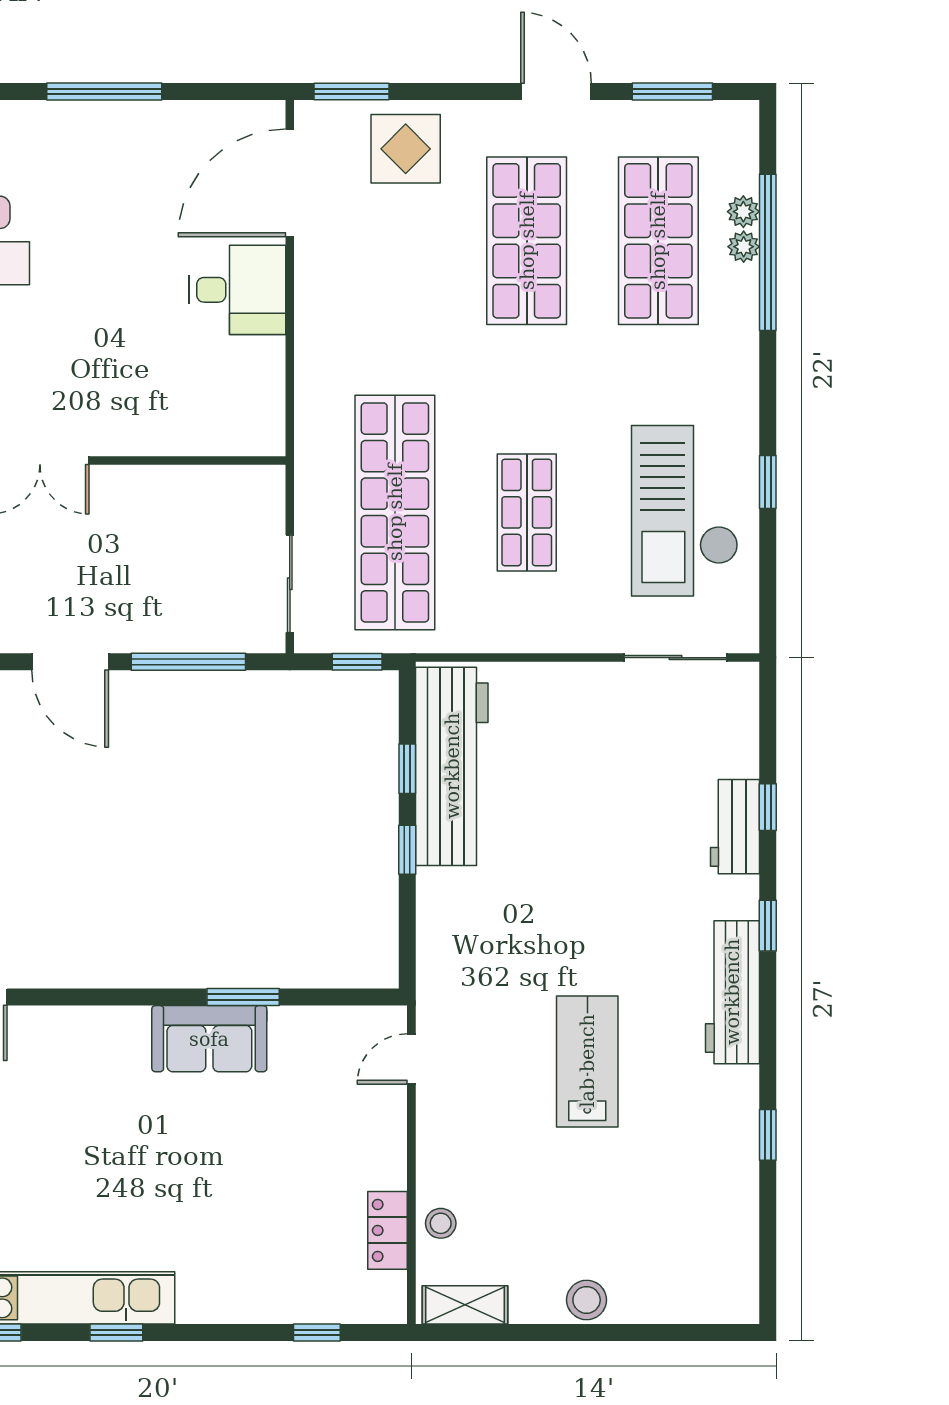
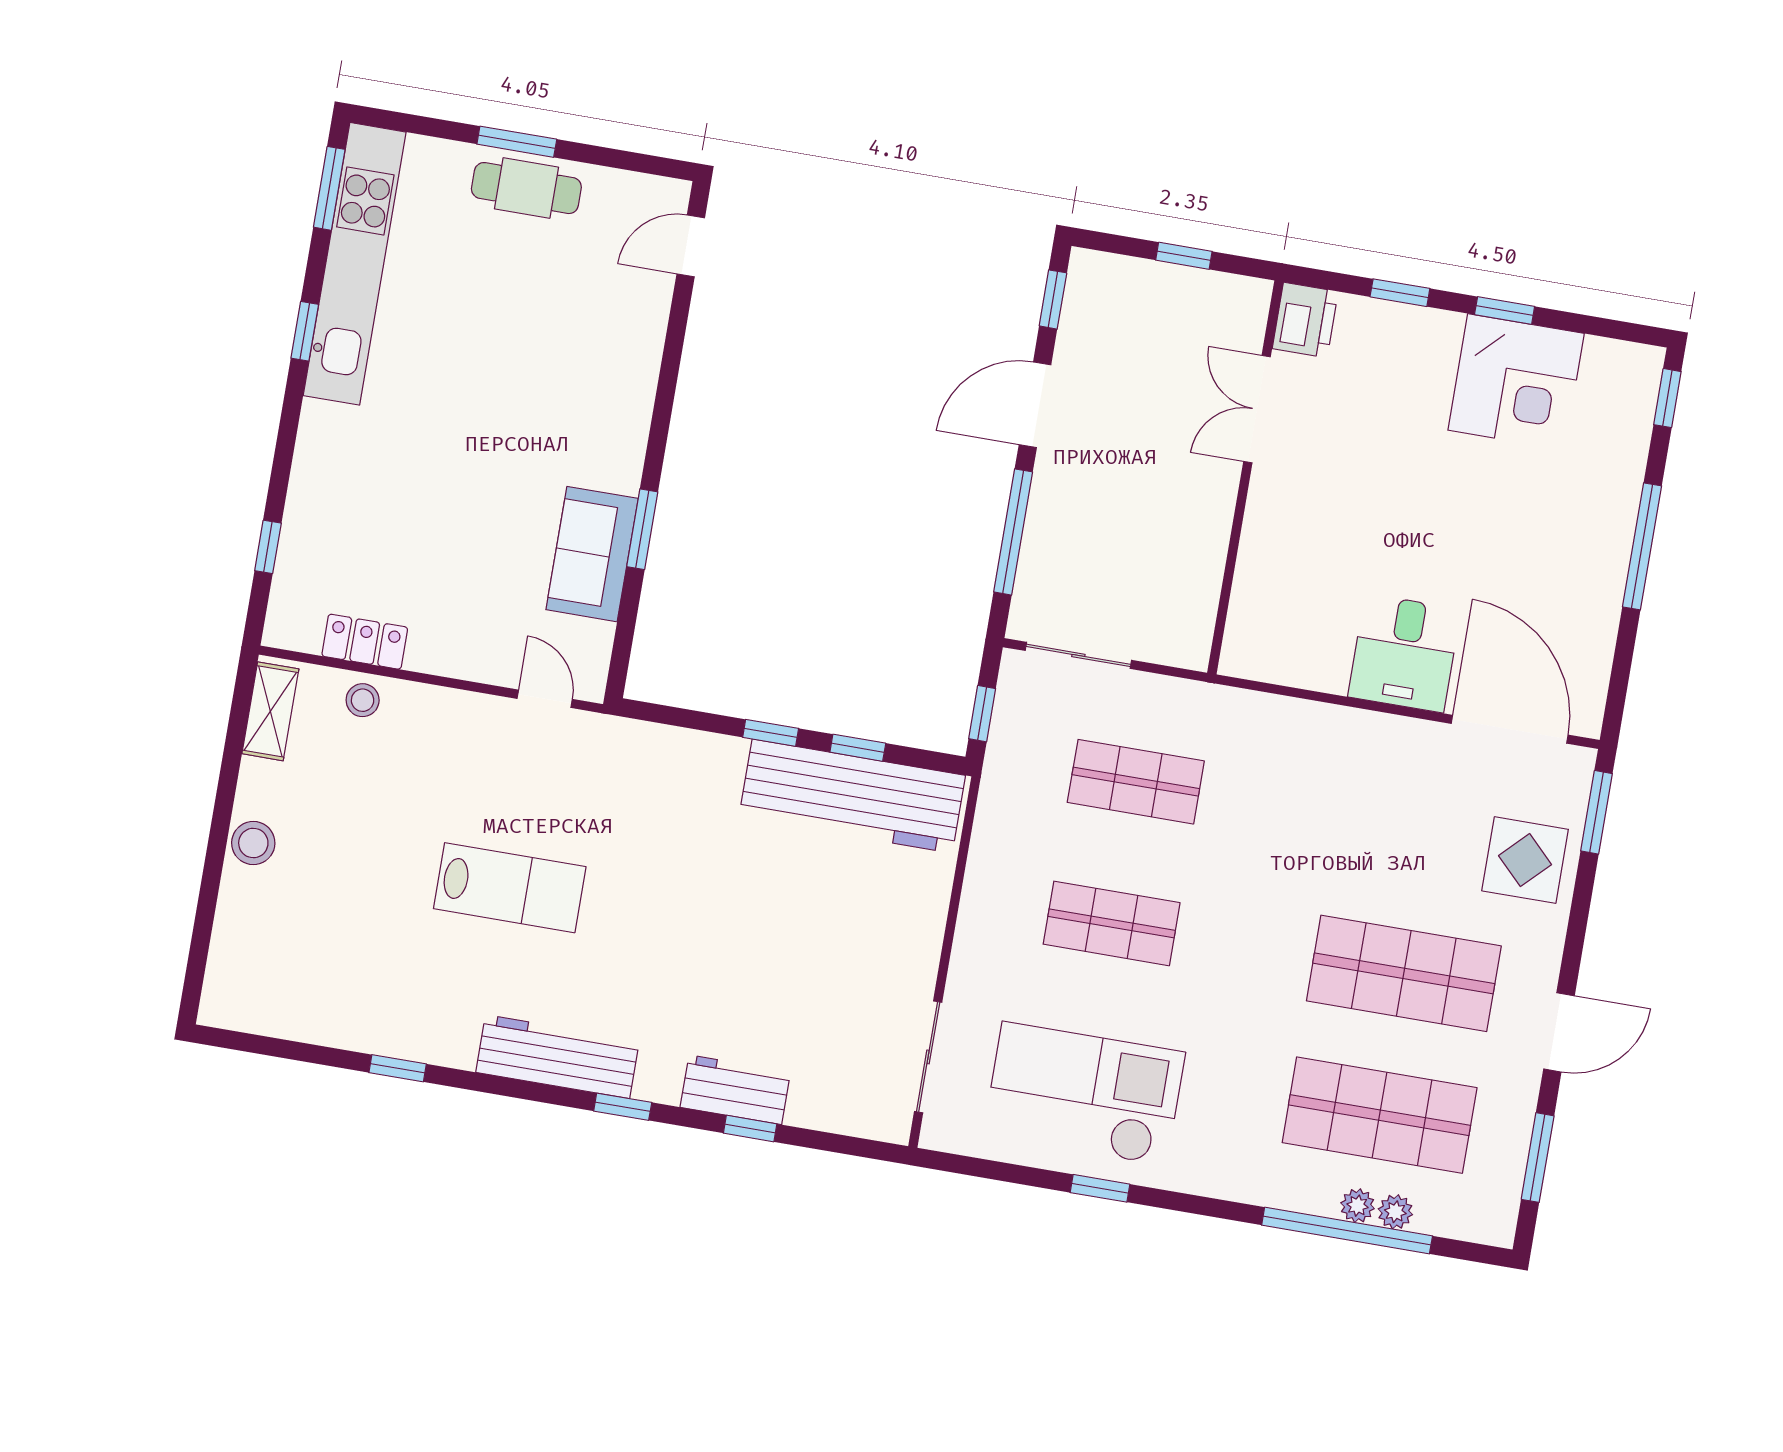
shop shelf: (395, 512) -> (1136, 782), width x0.50, depth x0.74
sofa: (209, 1039) -> (592, 554), moved

